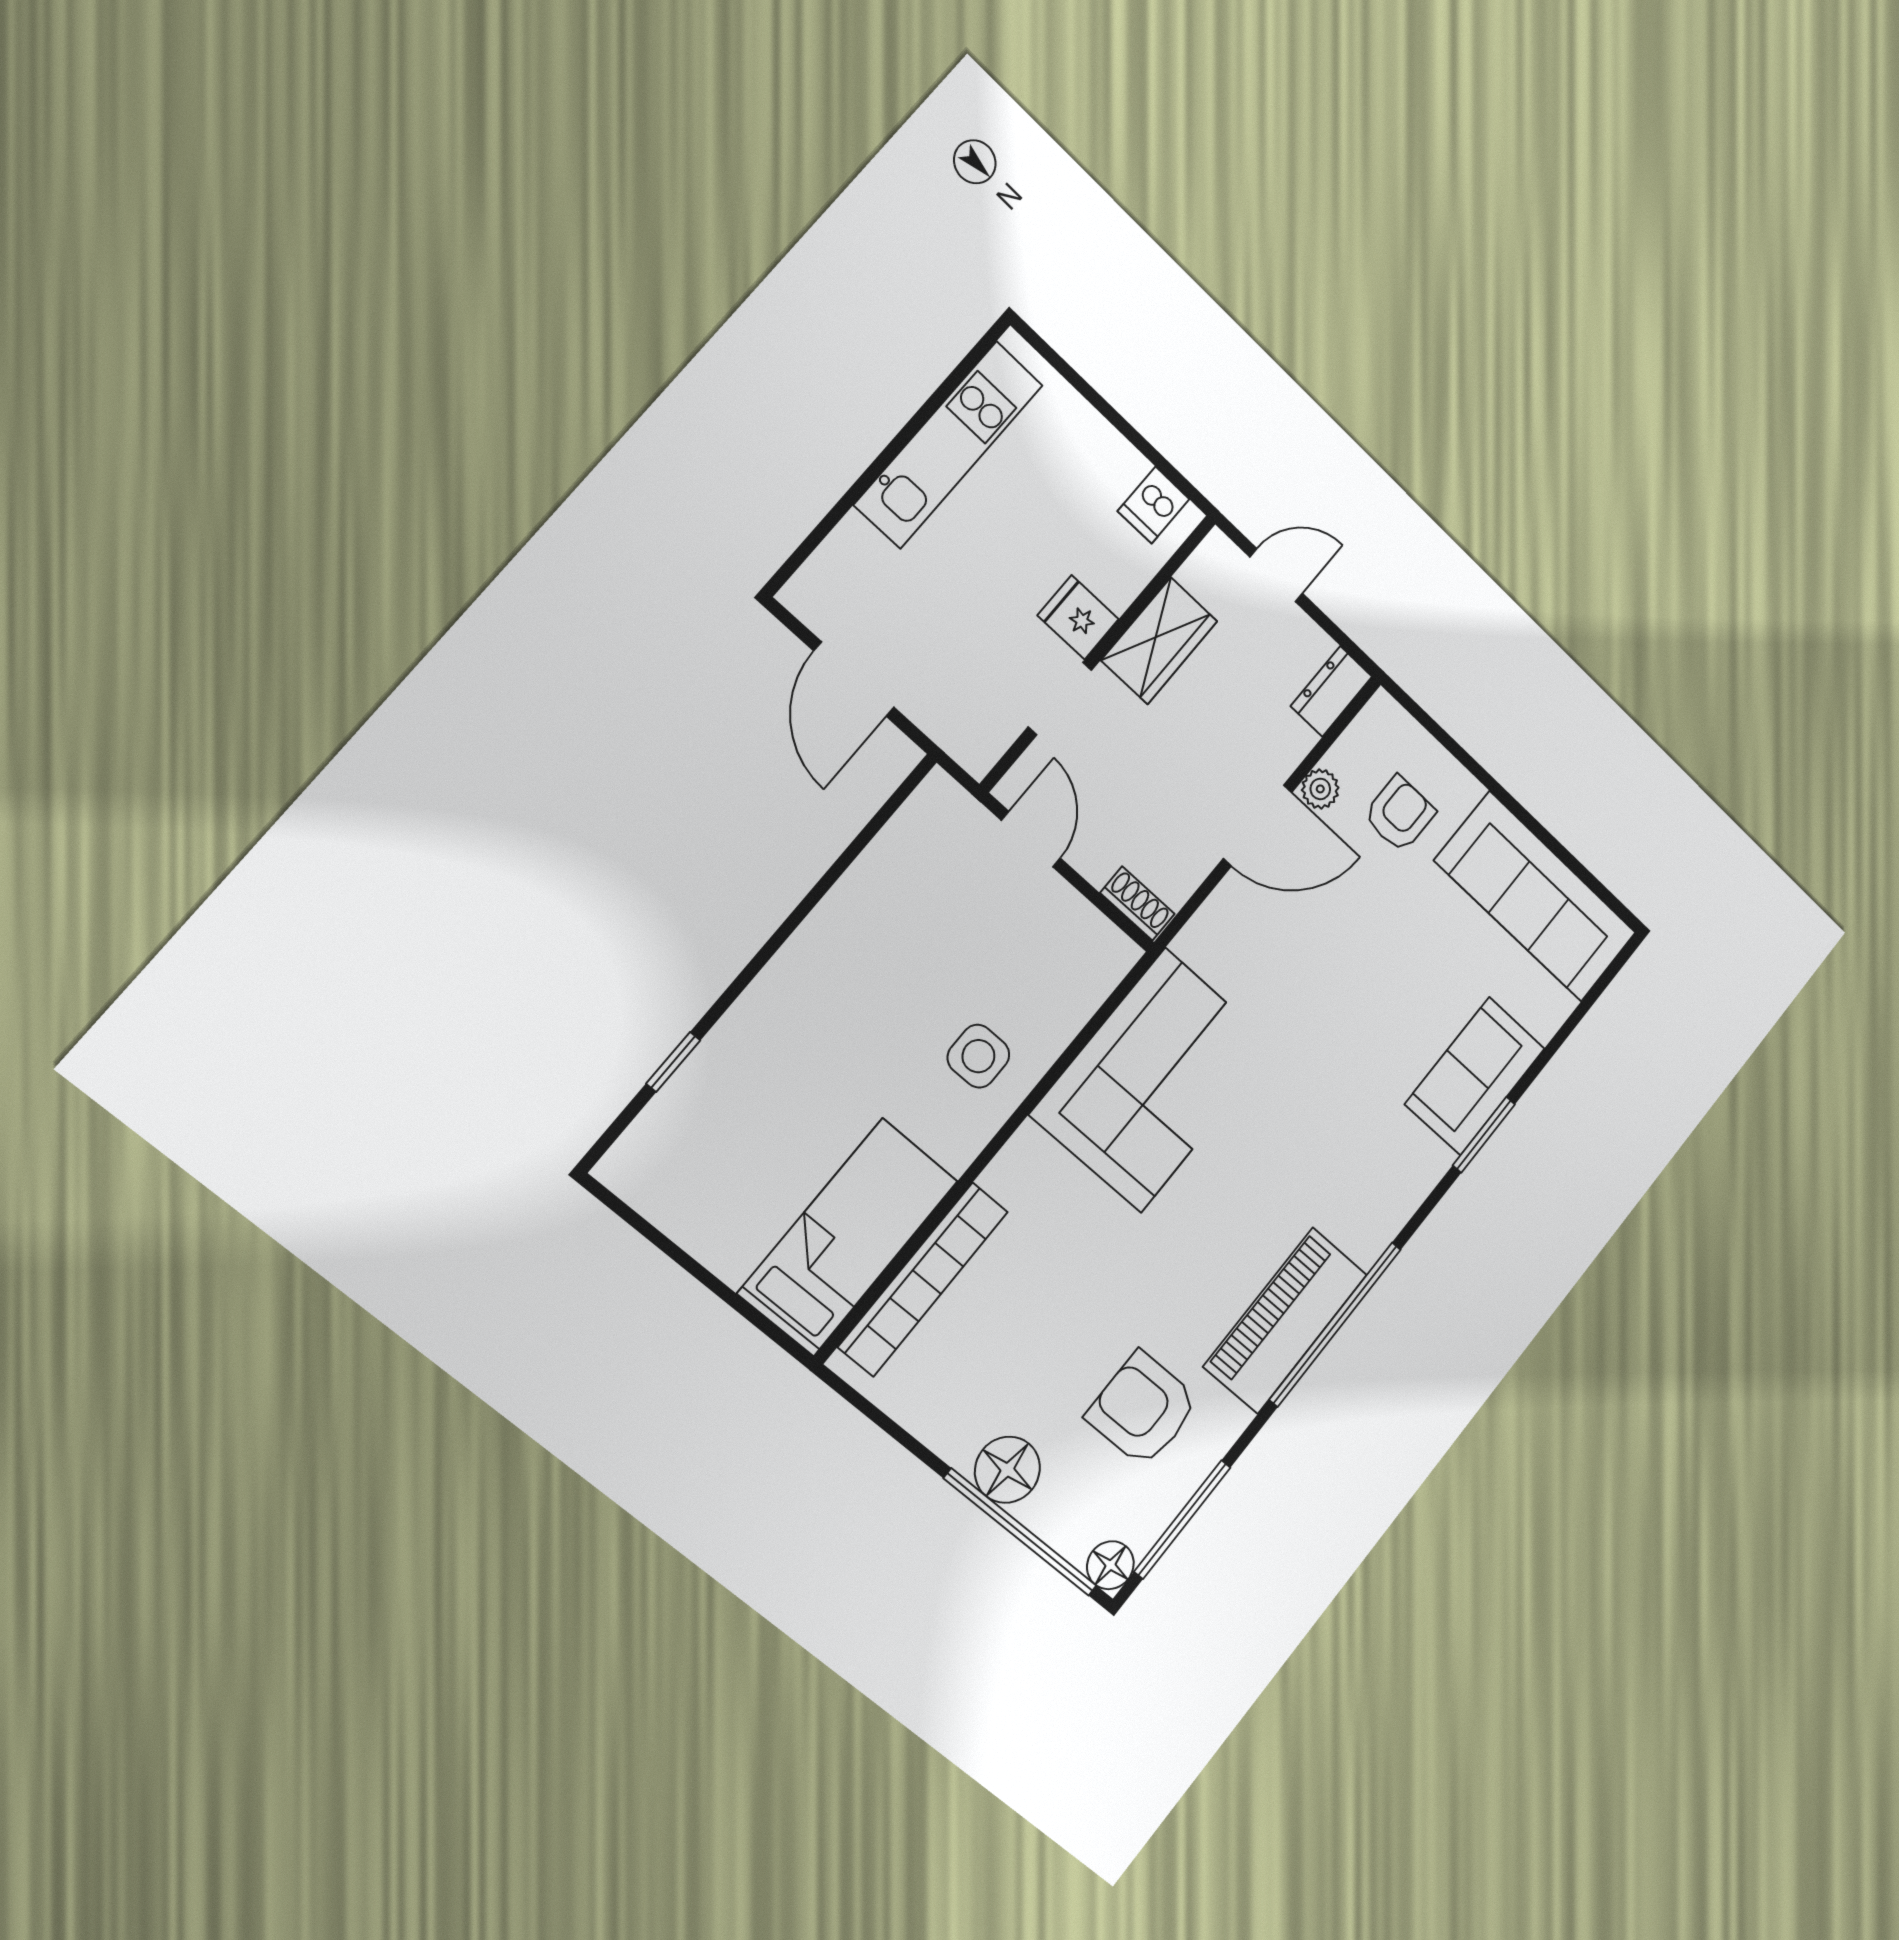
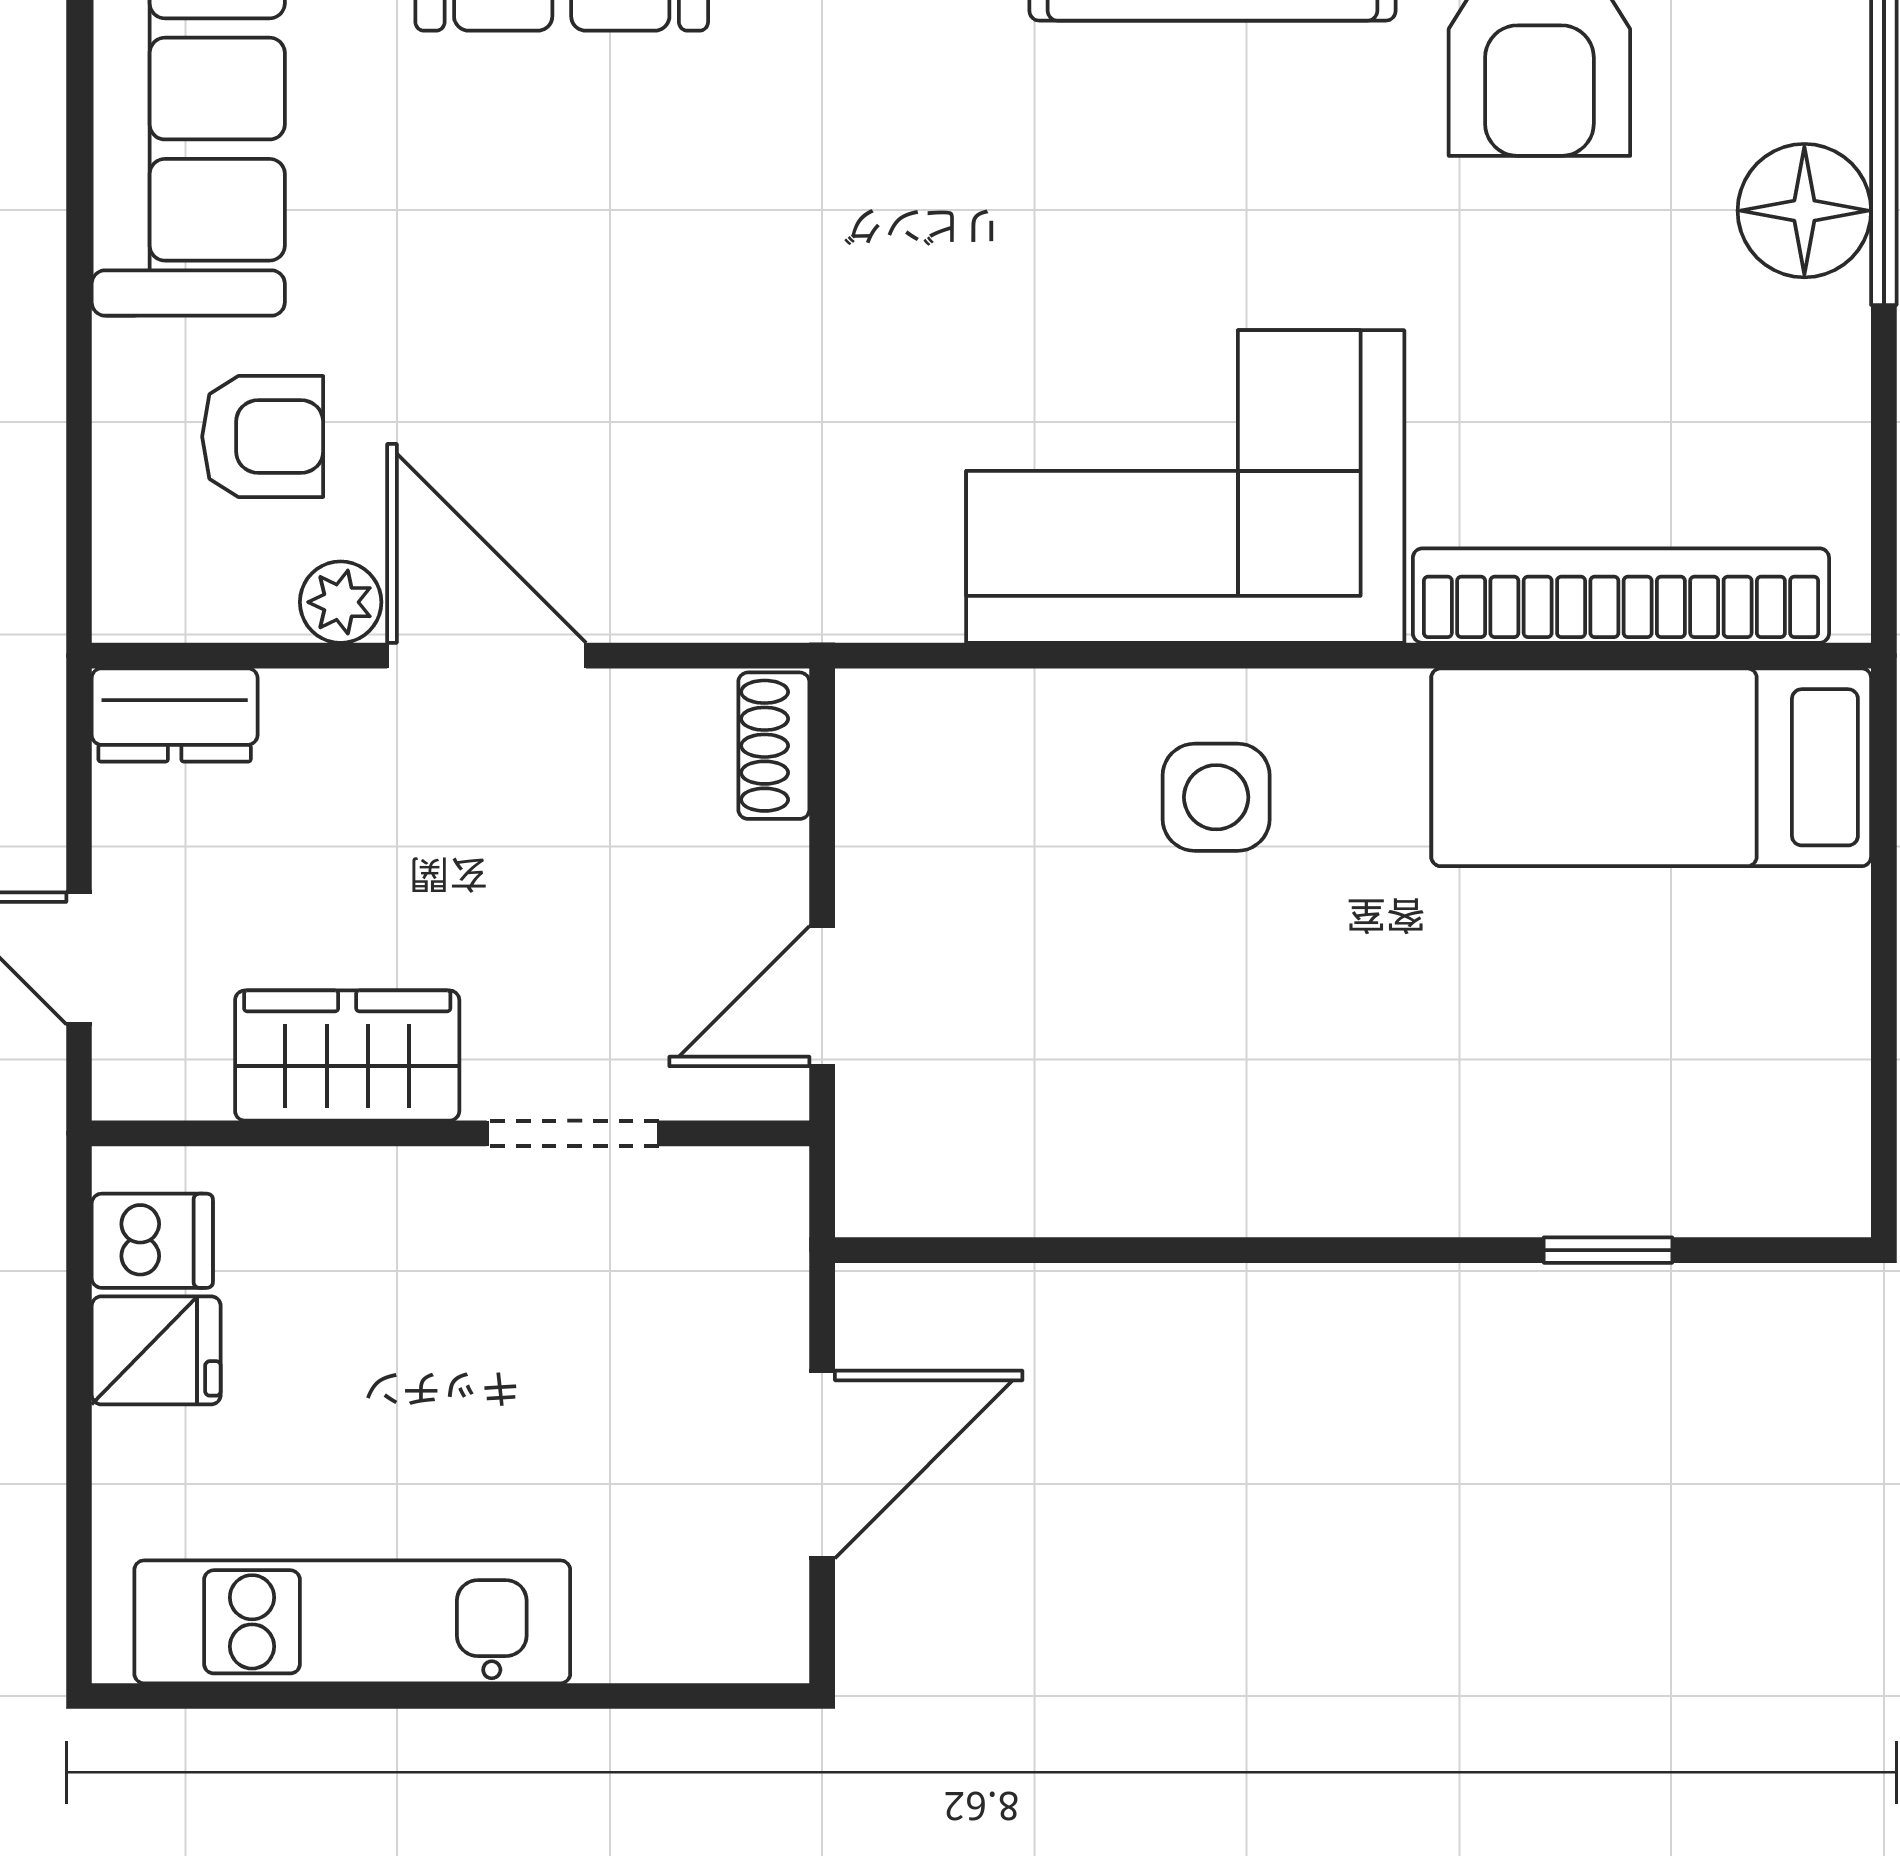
fridge: (1078, 617) -> (156, 1350), moved, turned -90
armchair: (1400, 814) -> (263, 437), turned 180
corner sofa: (1153, 1080) -> (1185, 487), moved

